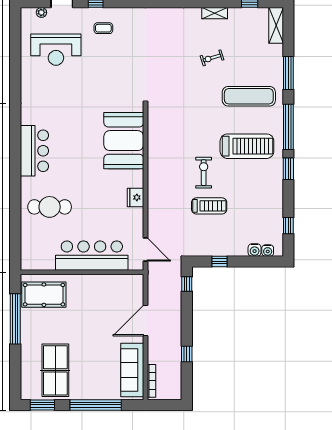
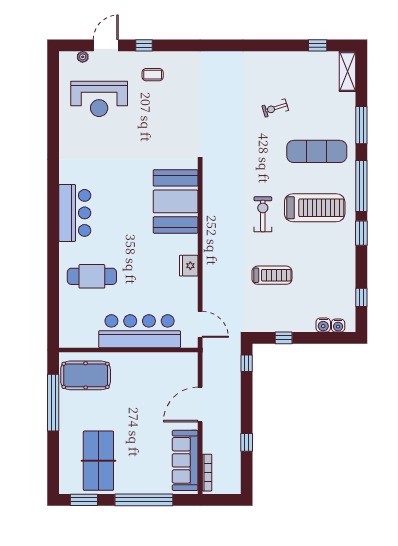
shelving: (215, 13) -> (278, 58), removed
exercise bike: (204, 173) -> (263, 214), moved

